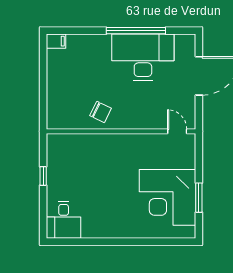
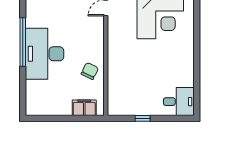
filing cabinet: (56, 41) -> (84, 108), moved, width x2.00
desk: (143, 57) -> (45, 54), moved

